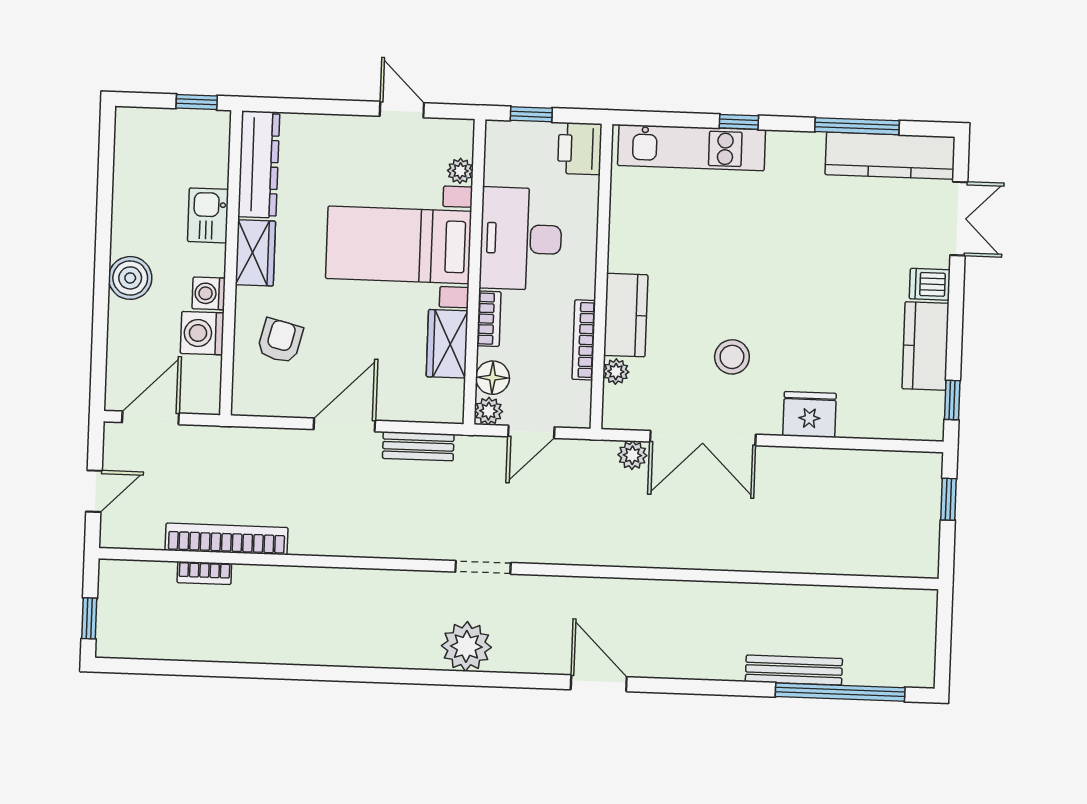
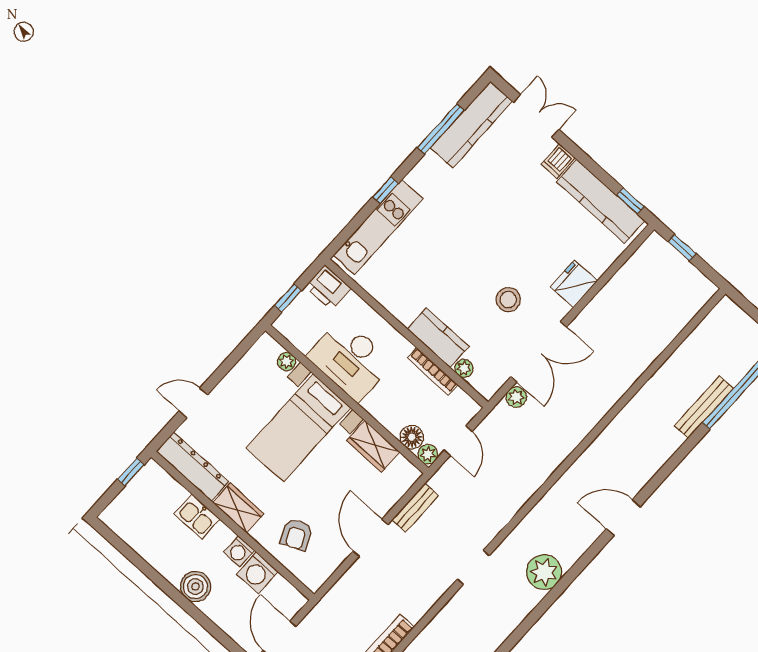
door: (402, 109) -> (193, 403), moved
bookcase: (489, 319) -> (379, 413), removed
armchair: (280, 341) -> (296, 534), turned -129
kitchen counter: (925, 346) -> (601, 201), width x1.50
doorway: (483, 567) -> (473, 567), moved

